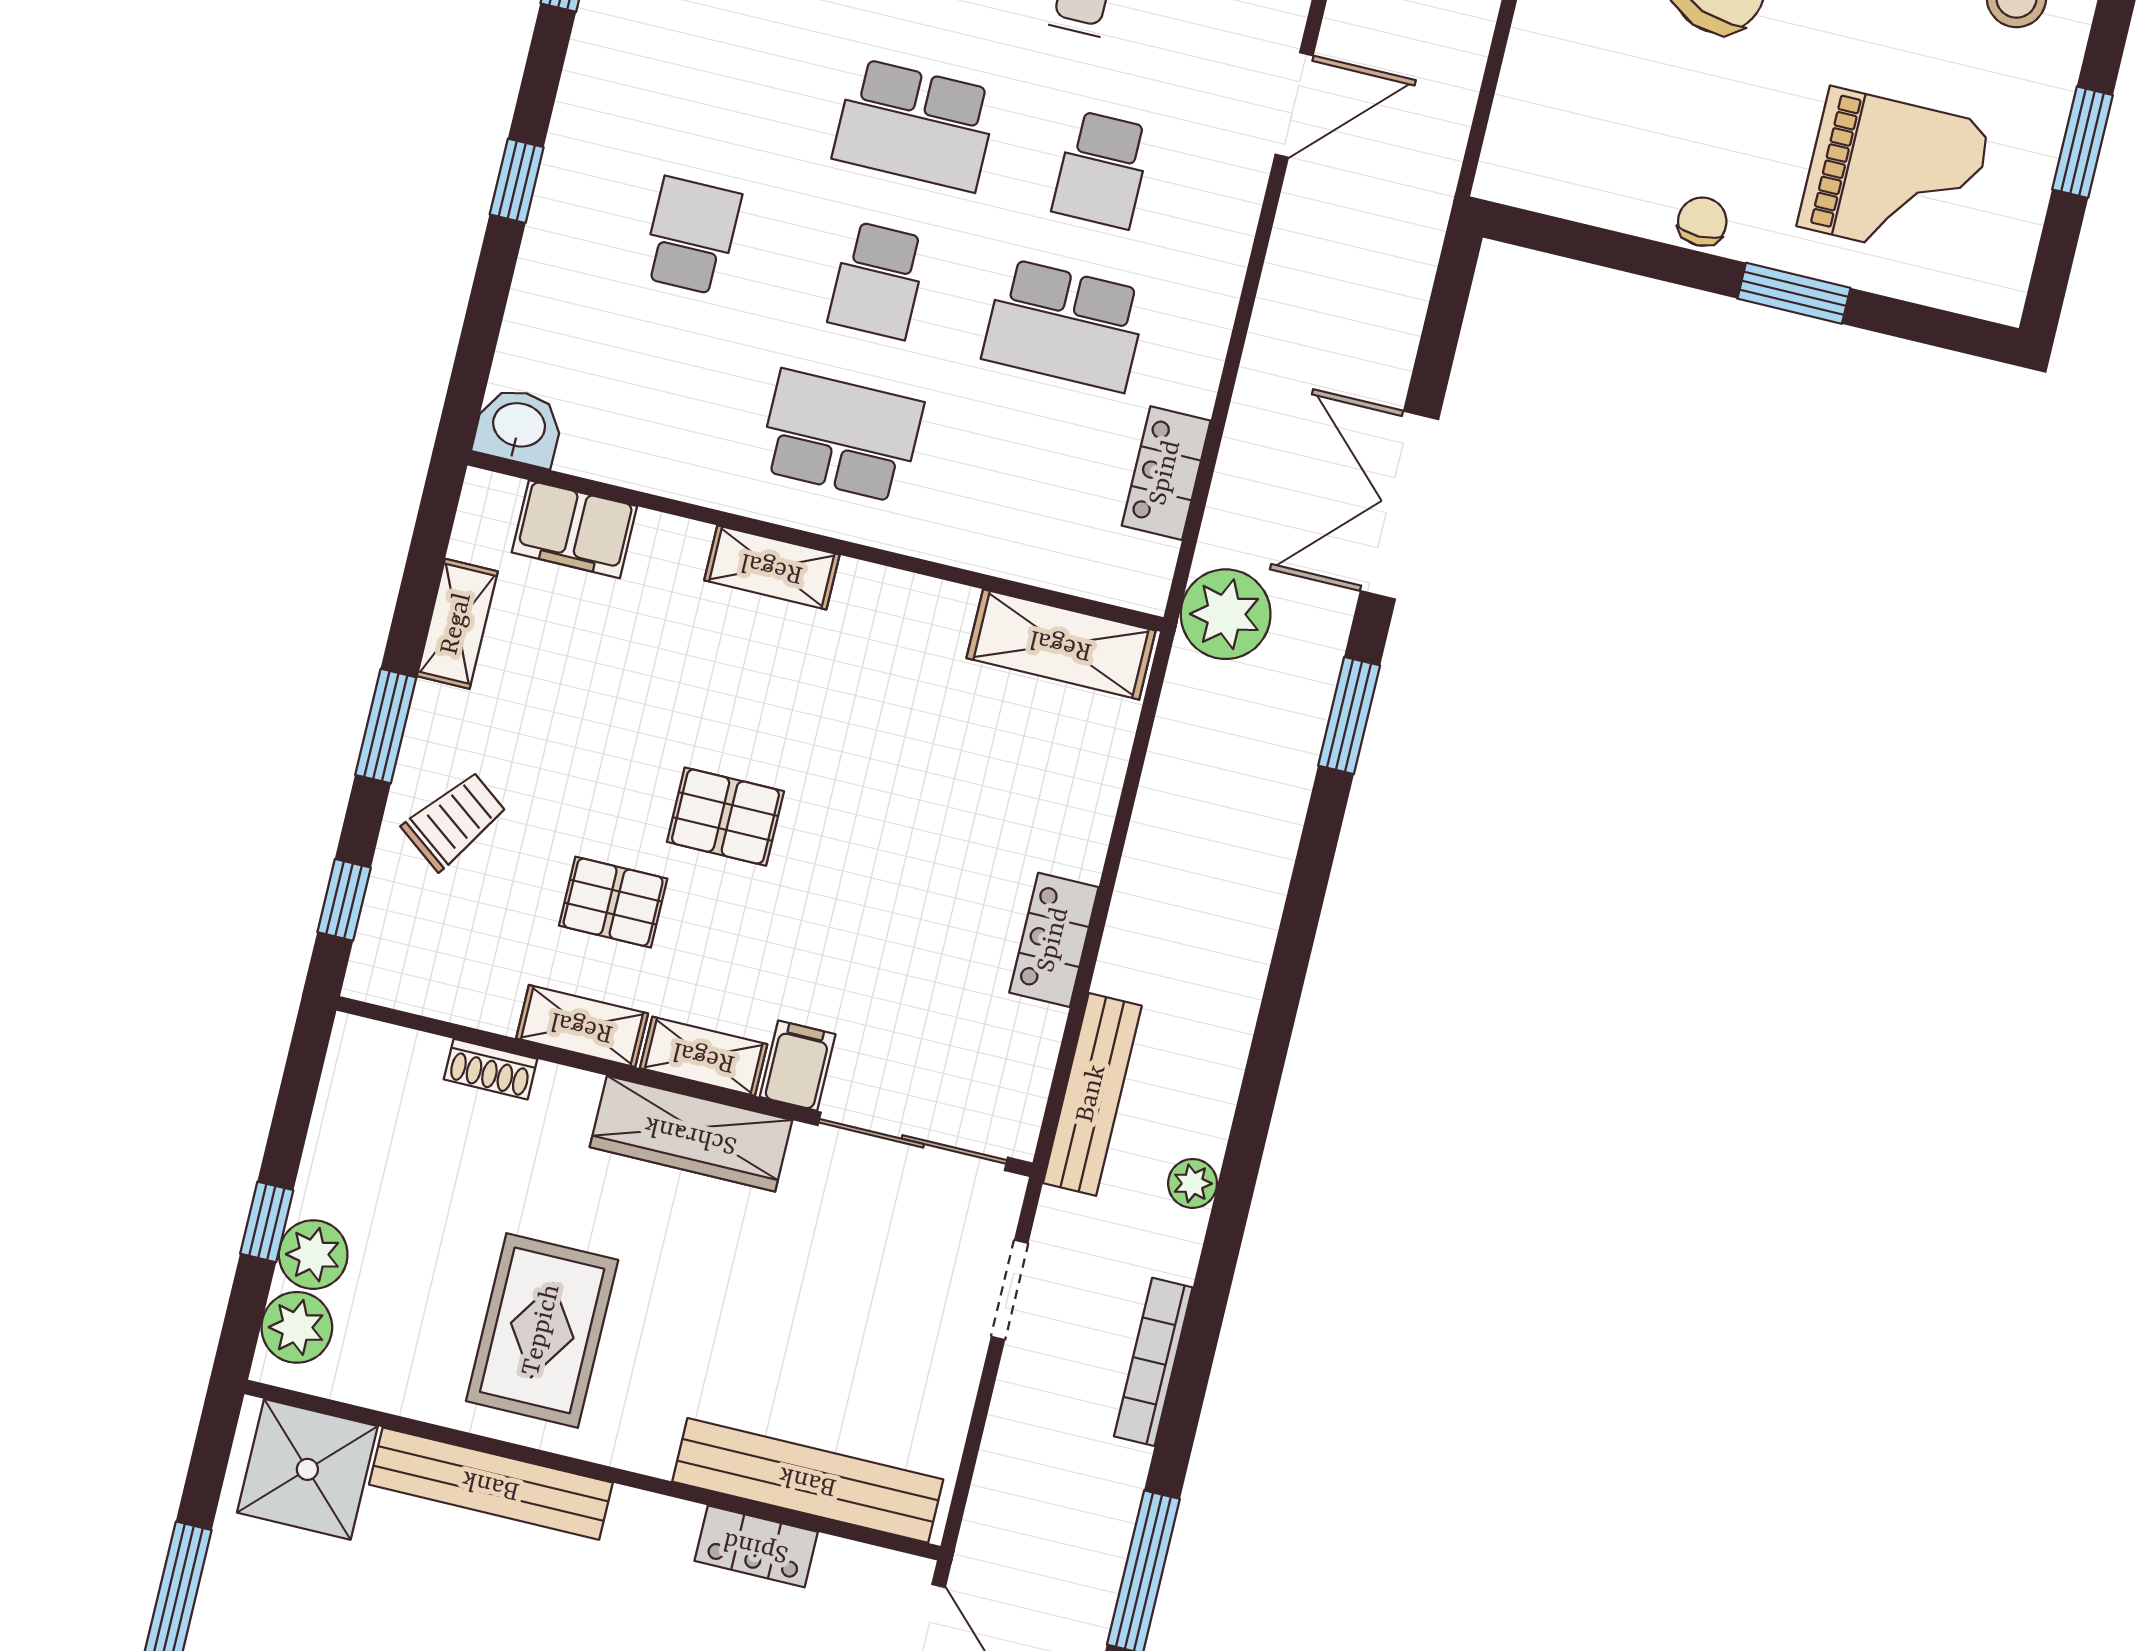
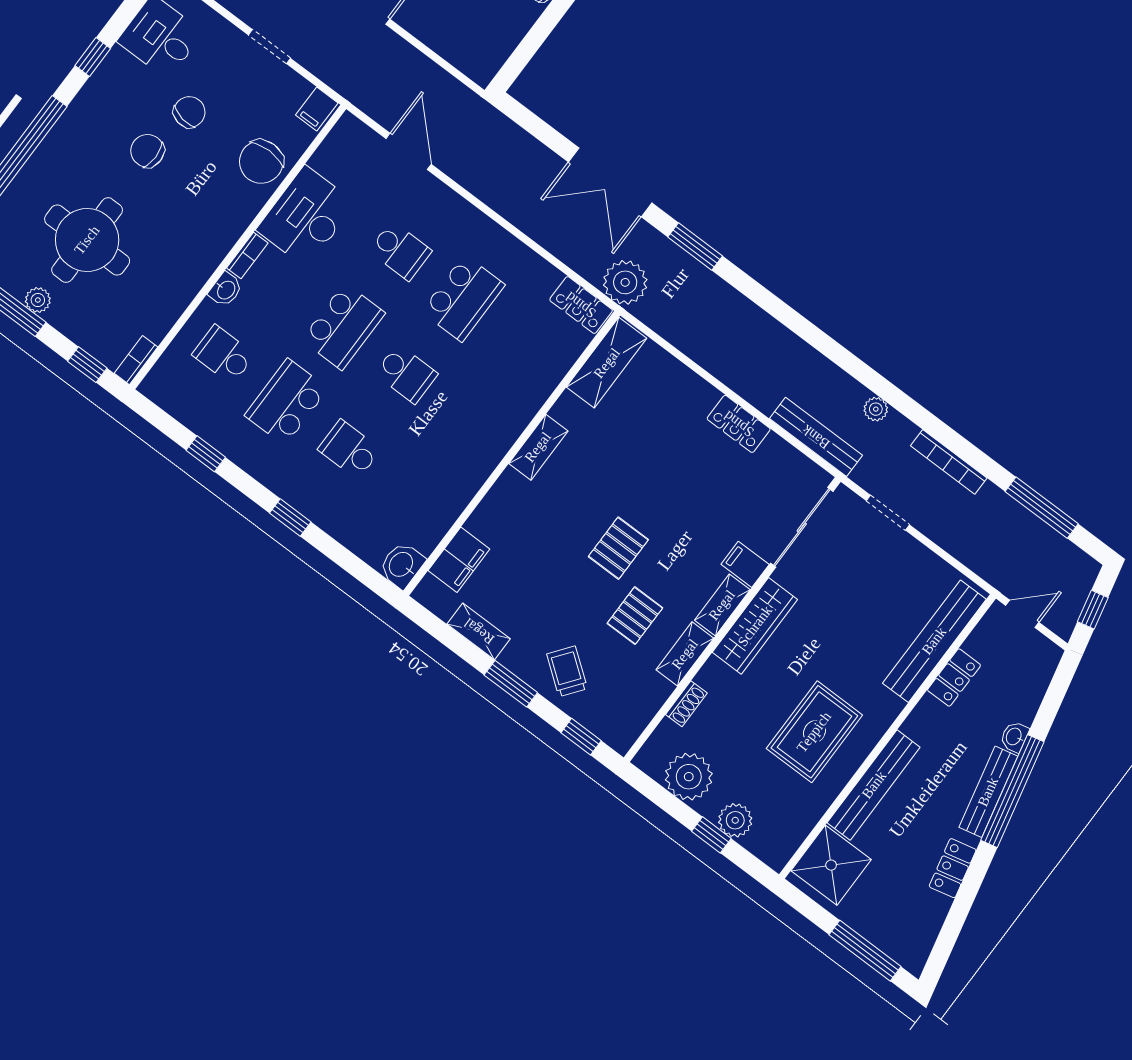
school desk: (841, 436) -> (286, 402), moved
locker: (1166, 473) -> (581, 305), moved
shelving: (772, 567) -> (538, 447), moved
plant: (297, 1327) -> (689, 777), moved, width x1.36, depth x1.36
rug: (542, 1330) -> (814, 732), turned 90

